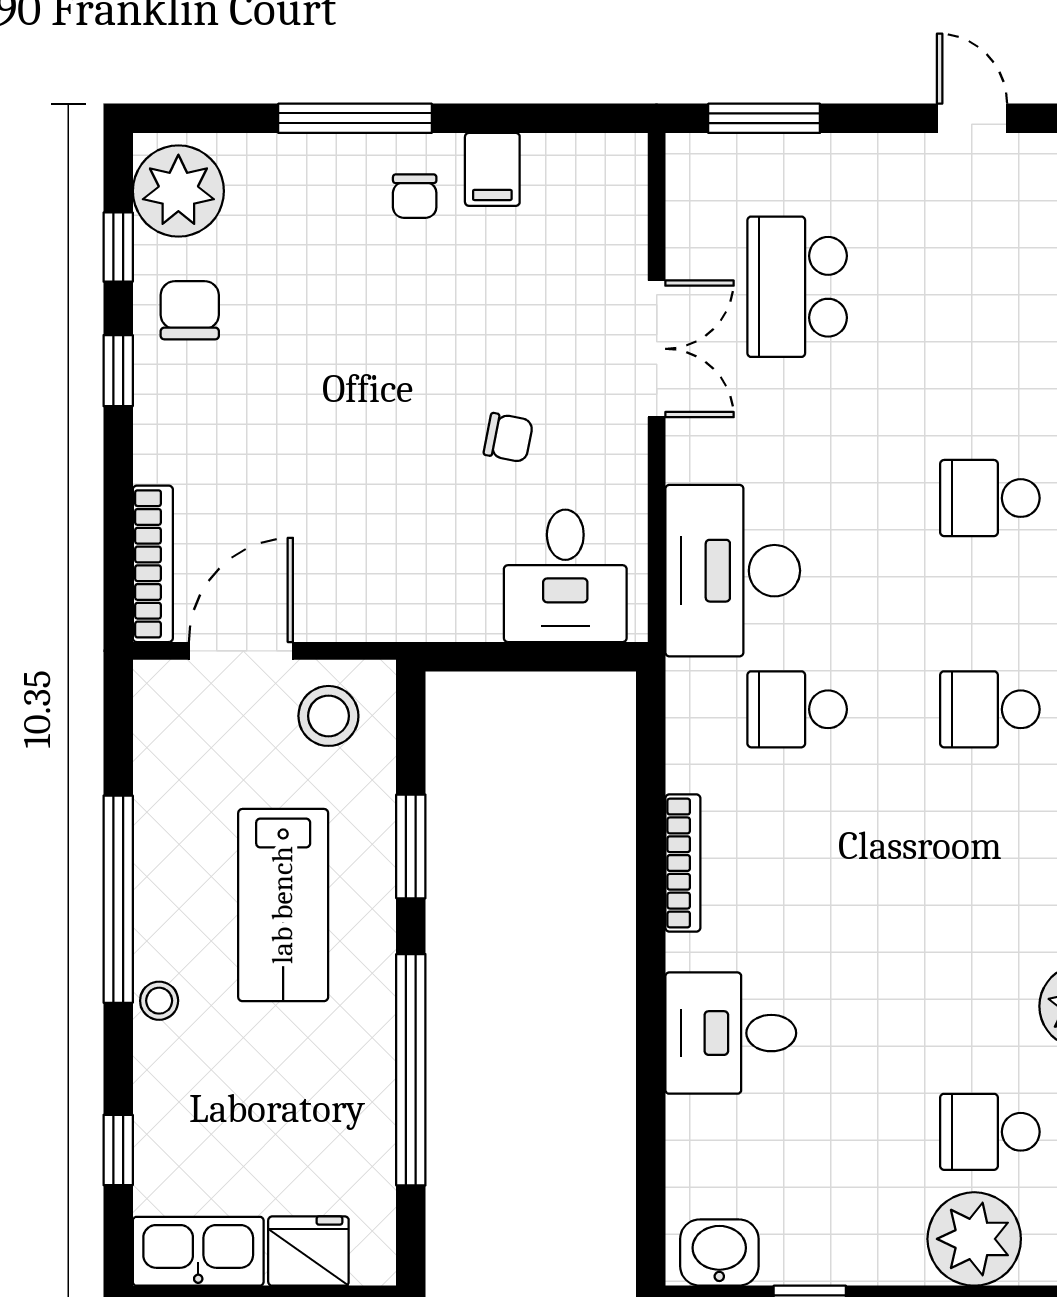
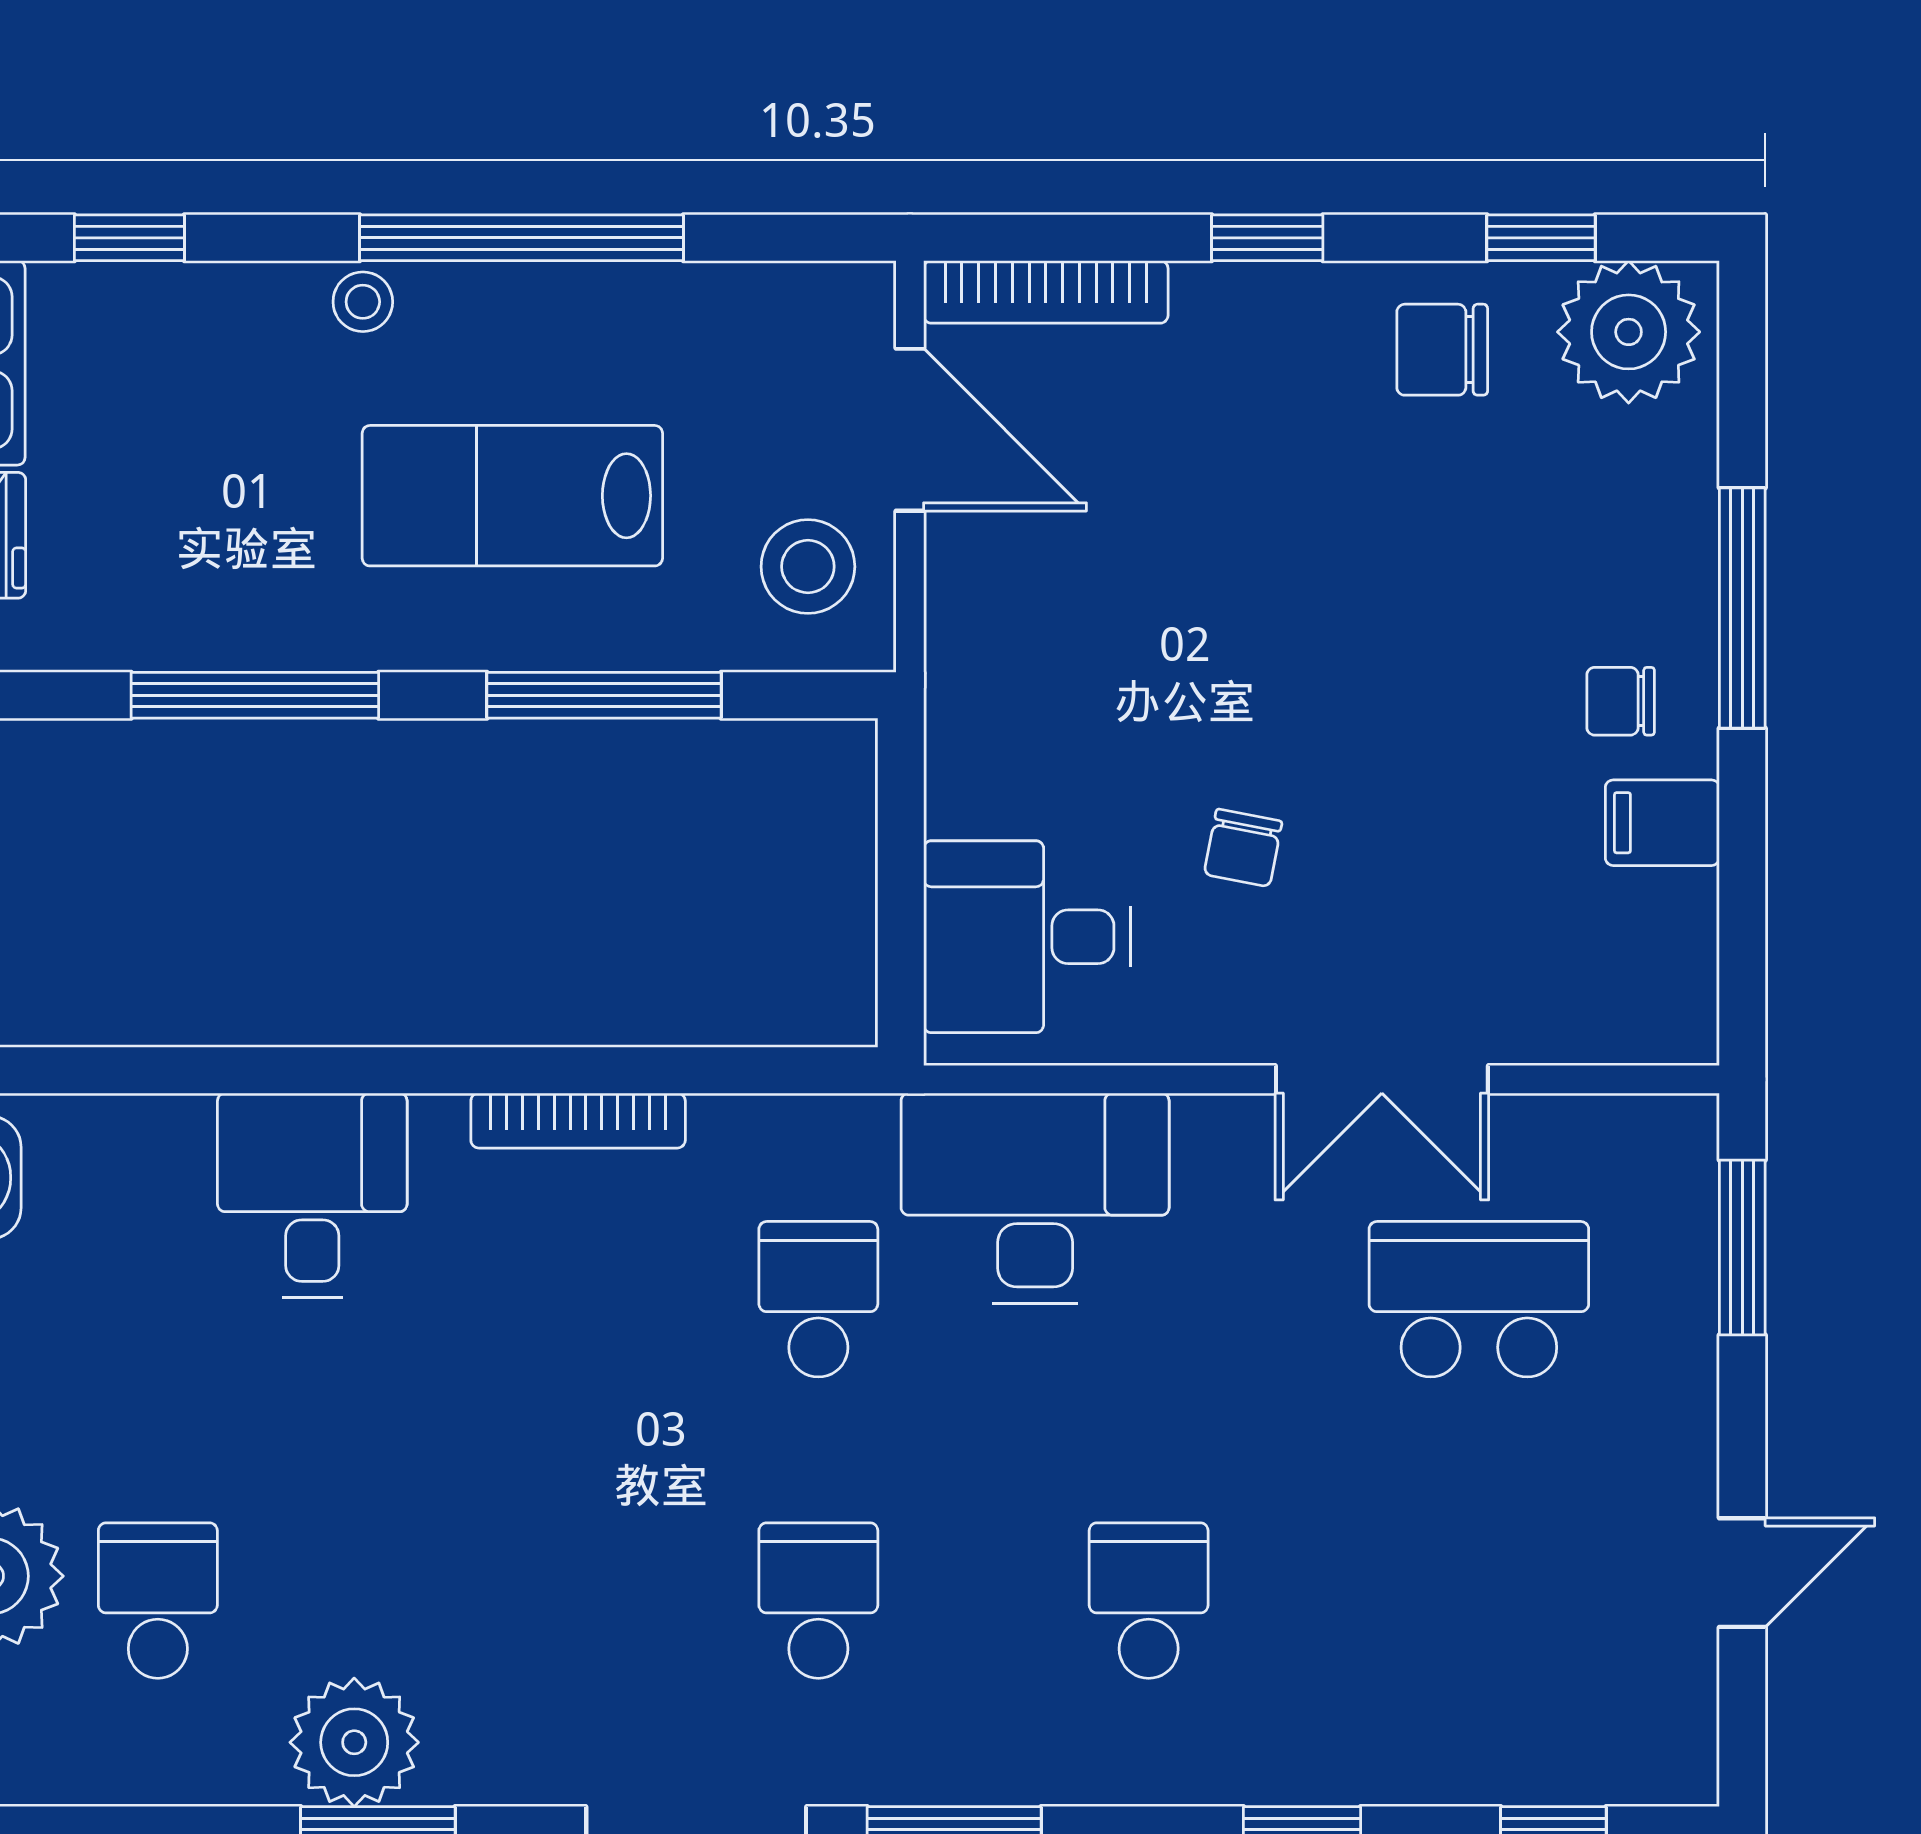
chair: (190, 310) -> (1442, 350), turned 180
window: (118, 371) -> (1267, 238), moved
window: (411, 846) -> (604, 695), width x1.44
window: (411, 1070) -> (255, 695), width x0.68

